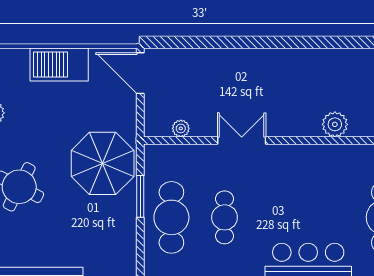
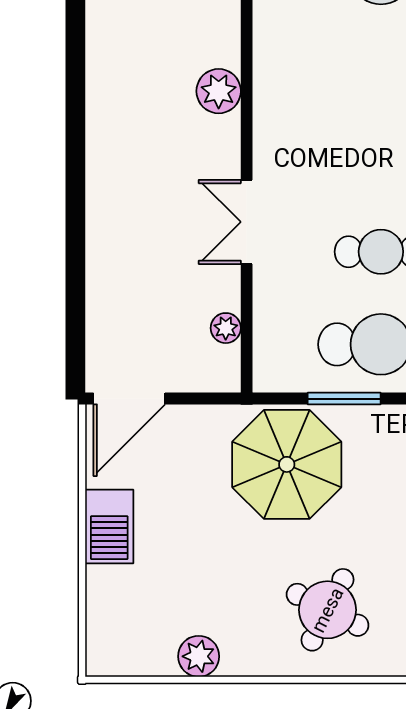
barbecue: (59, 65) -> (109, 526), width x0.73, depth x0.83
plant: (335, 124) -> (219, 91), moved

